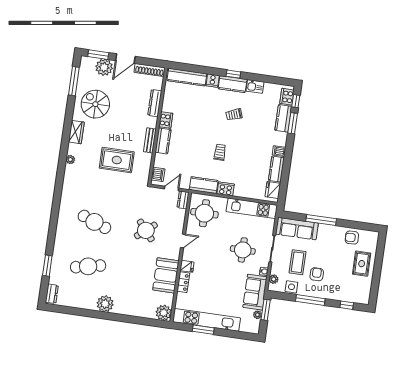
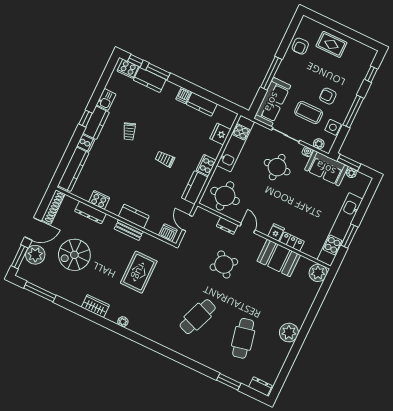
door: (125, 58) -> (33, 229), hinge flipped
spiral stairs: (95, 104) -> (74, 255), moved
cooker: (166, 120) -> (99, 200), moved
fridge: (273, 190) -> (220, 134), moved, turned 90
dresser: (183, 200) -> (227, 226), moved

